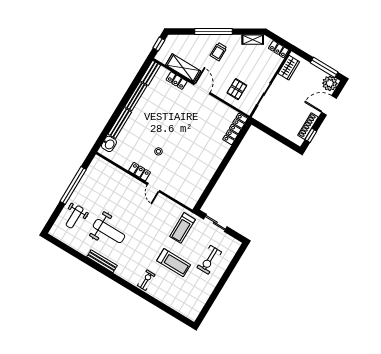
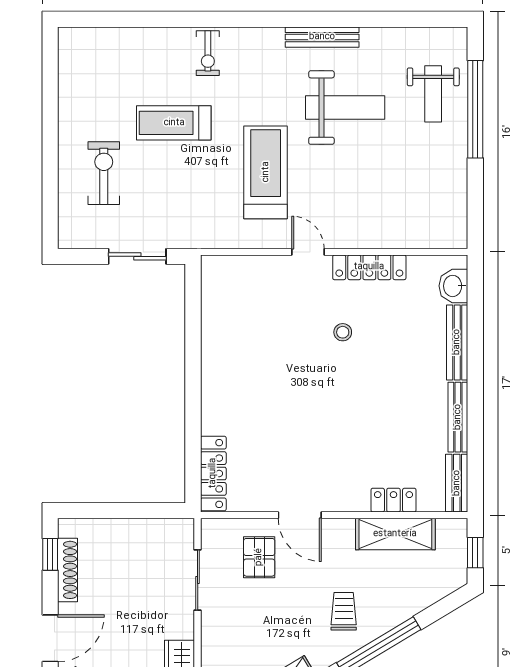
door: (202, 89) -> (300, 515), moved
locker: (140, 172) -> (369, 267), width x1.53
window: (73, 185) -> (475, 109), moved
weight bench: (75, 217) -> (433, 94), turned 180
treadmill: (182, 228) -> (266, 172), moved, width x1.37, depth x1.38
weight bench: (109, 231) -> (345, 108), turned 180

